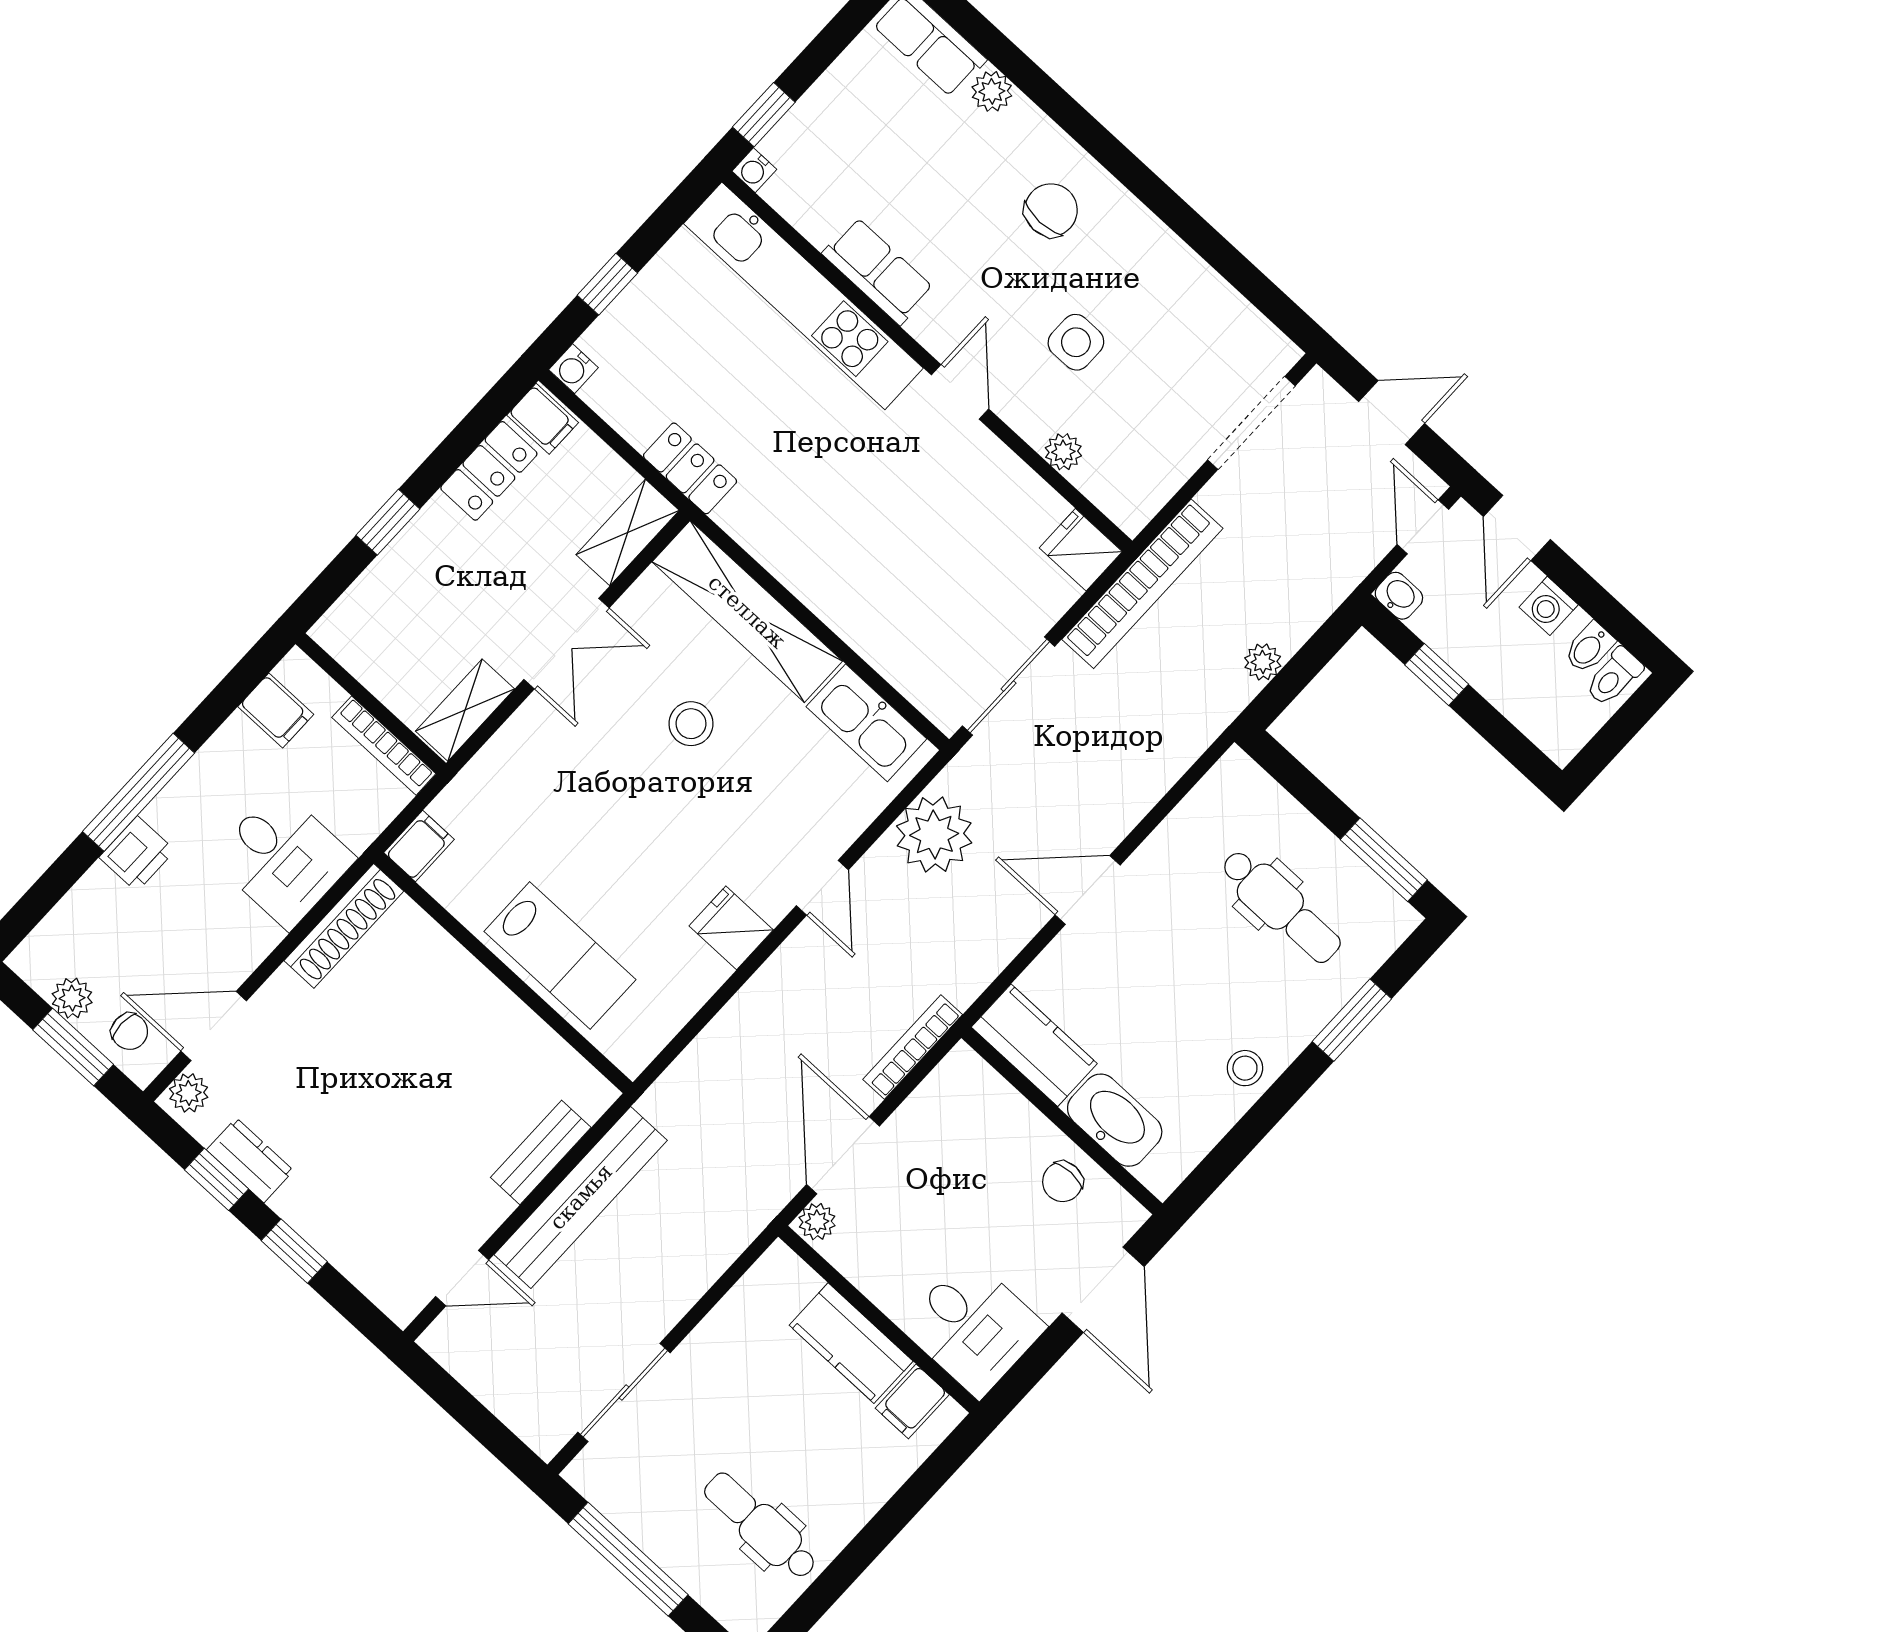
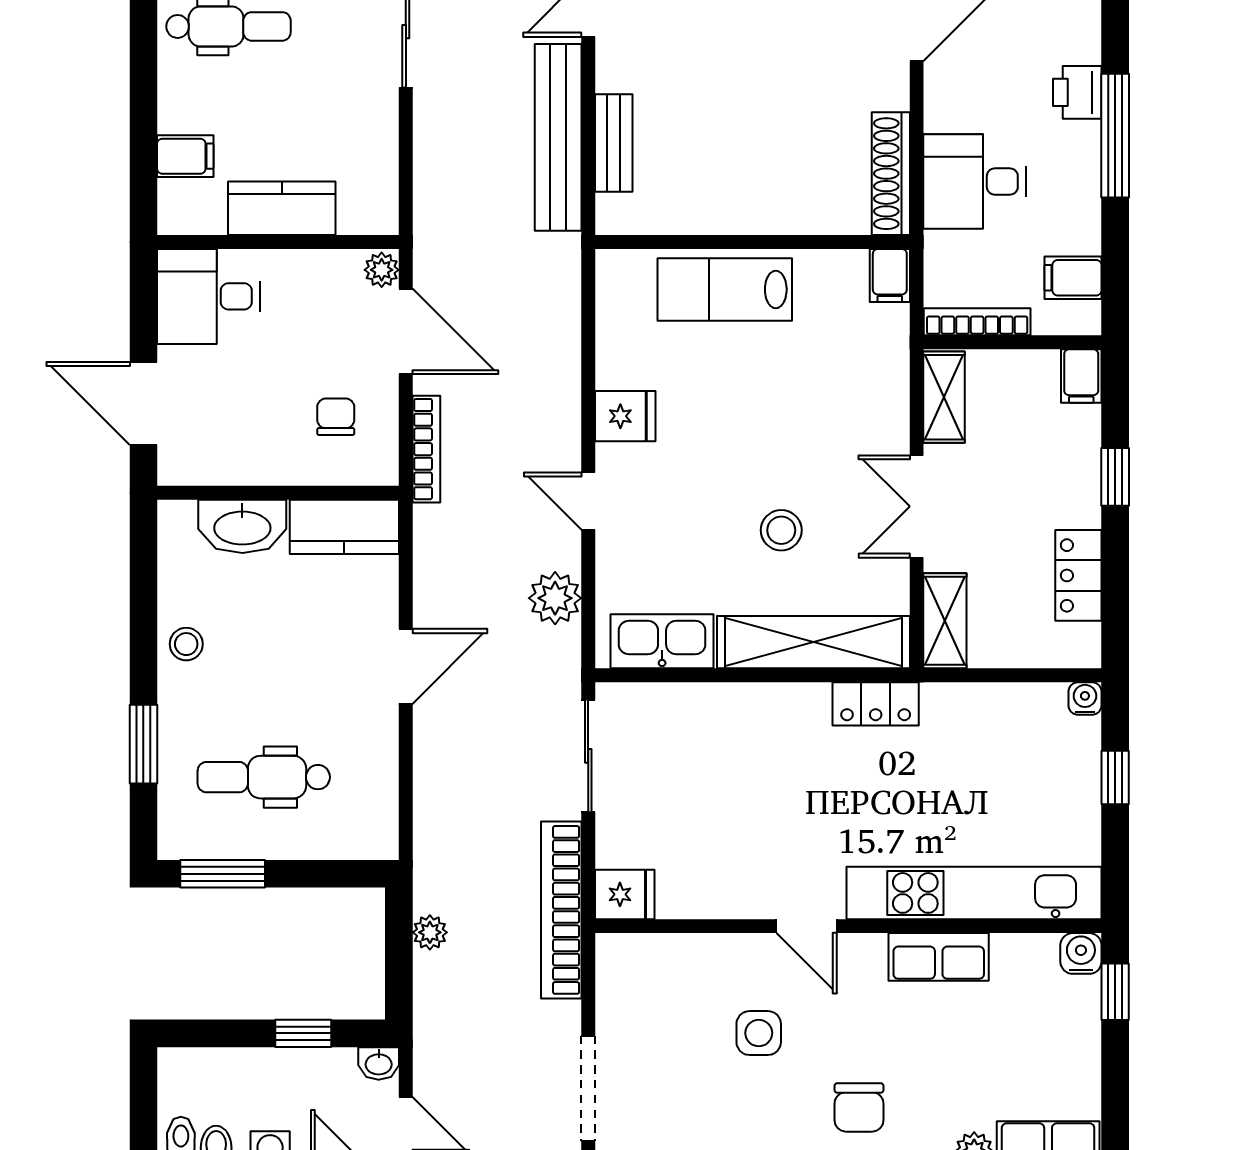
water cooler: (754, 170) -> (1081, 953), width x1.38, depth x1.38
filing cabinet: (543, 419) -> (1081, 376), moved, turned -90
plant: (1063, 452) -> (698, 950), removed
locker: (690, 468) -> (876, 704), moved
plant: (934, 834) -> (555, 598), width x0.73, depth x0.73
chair: (1063, 1182) -> (336, 417), moved
filing cabinet: (912, 1401) -> (185, 156), moved, turned 90

